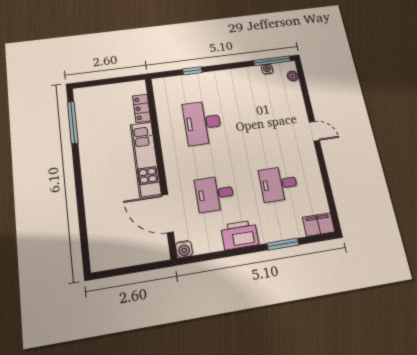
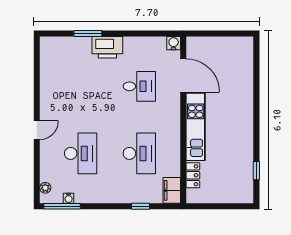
window: (73, 122) -> (256, 171), width x0.46
door: (314, 131) -> (37, 130), swing flipped
desk: (279, 184) -> (81, 153), moved, width x1.37
filing cabinet: (319, 225) -> (172, 190), moved, turned 90
printer: (240, 235) -> (107, 47), moved

